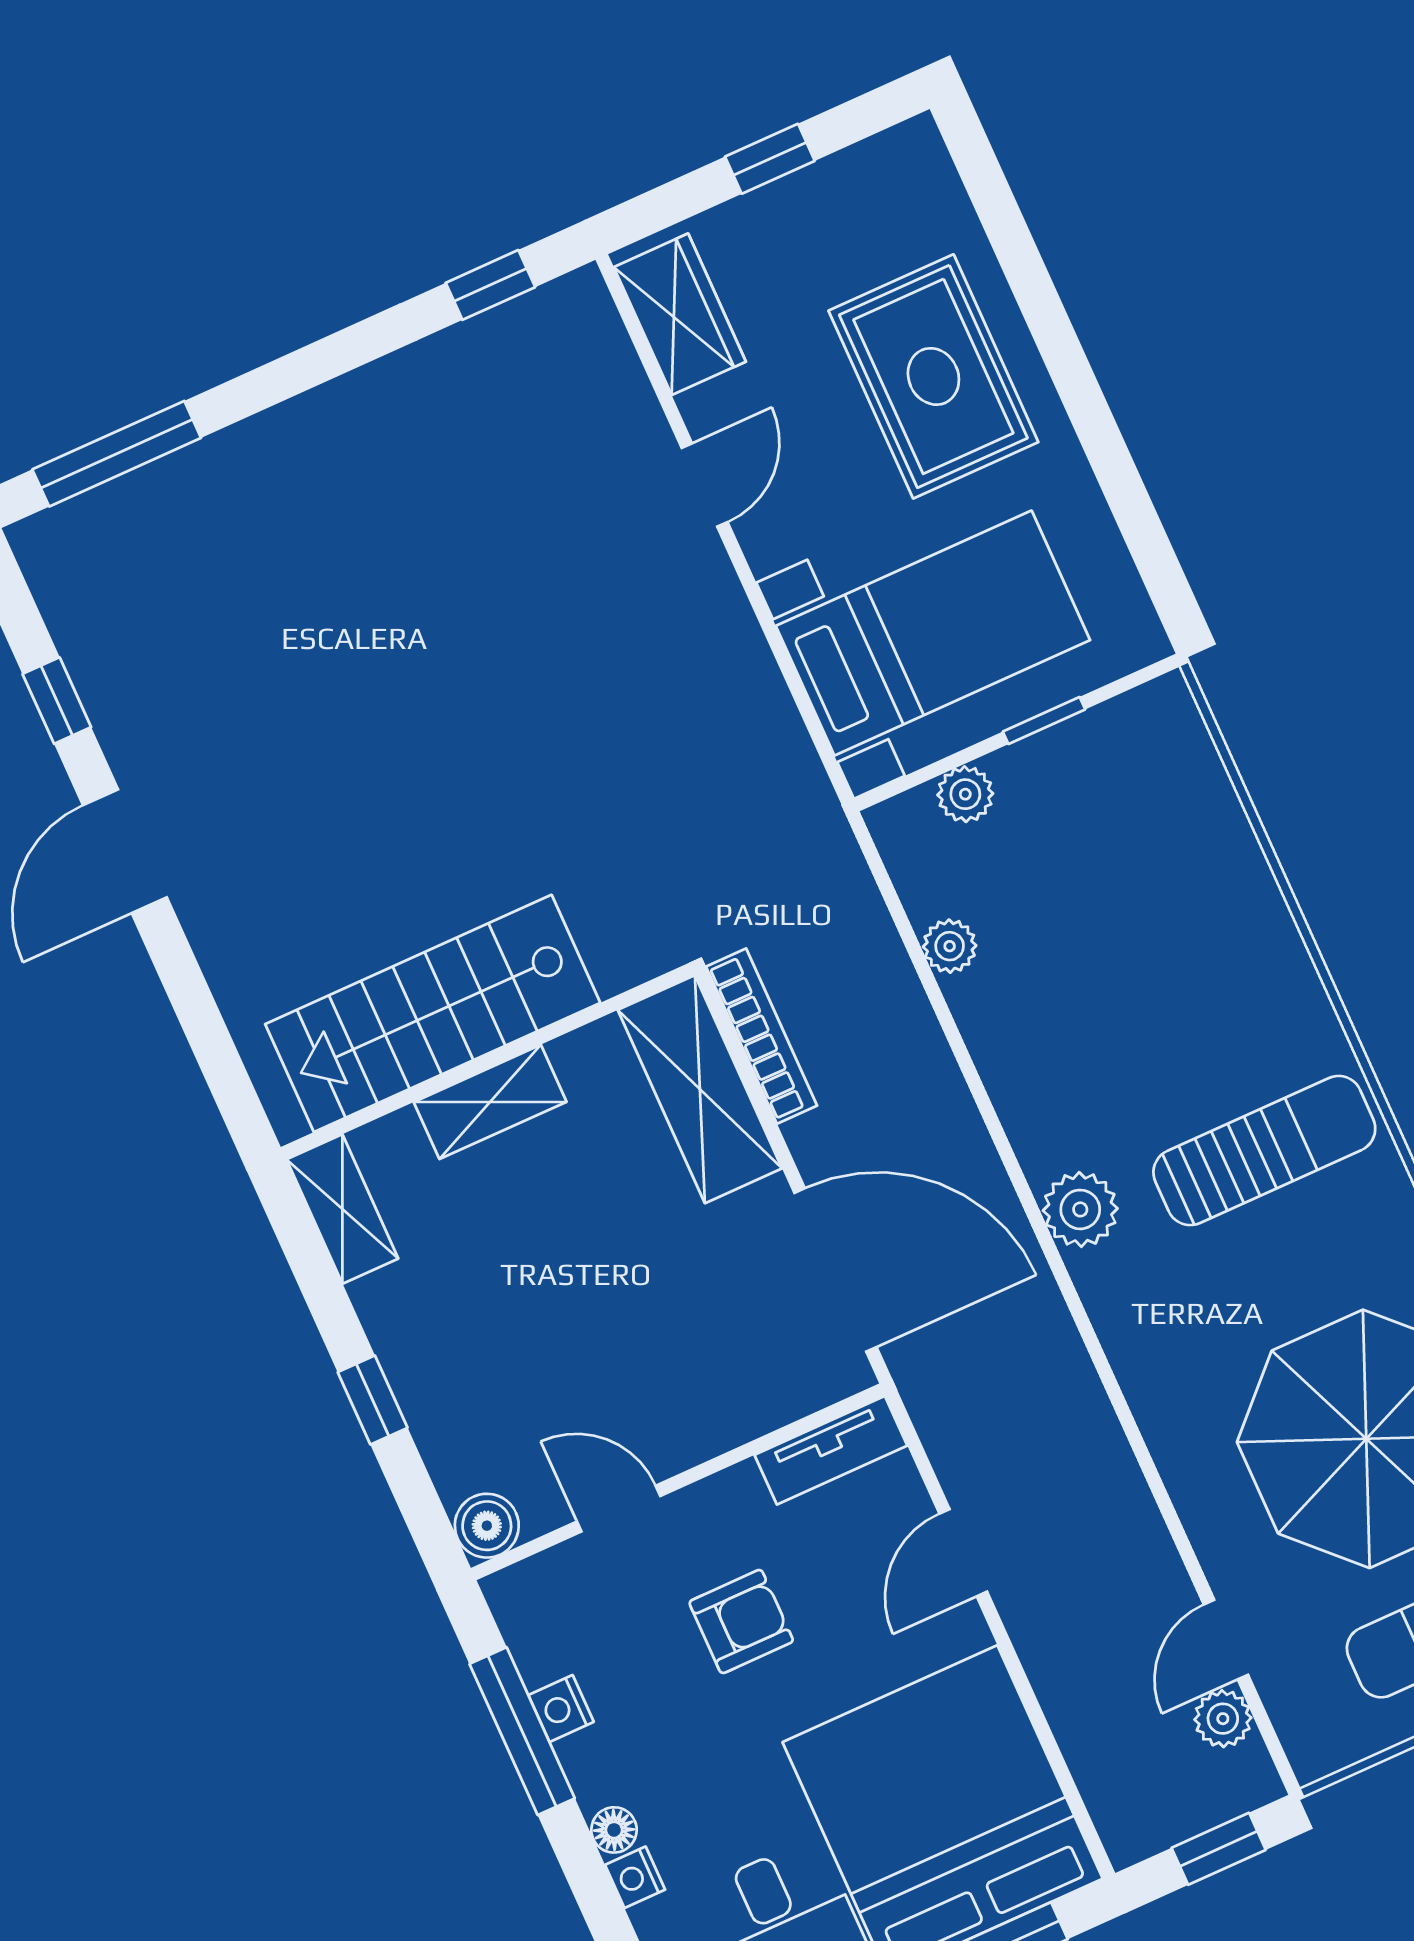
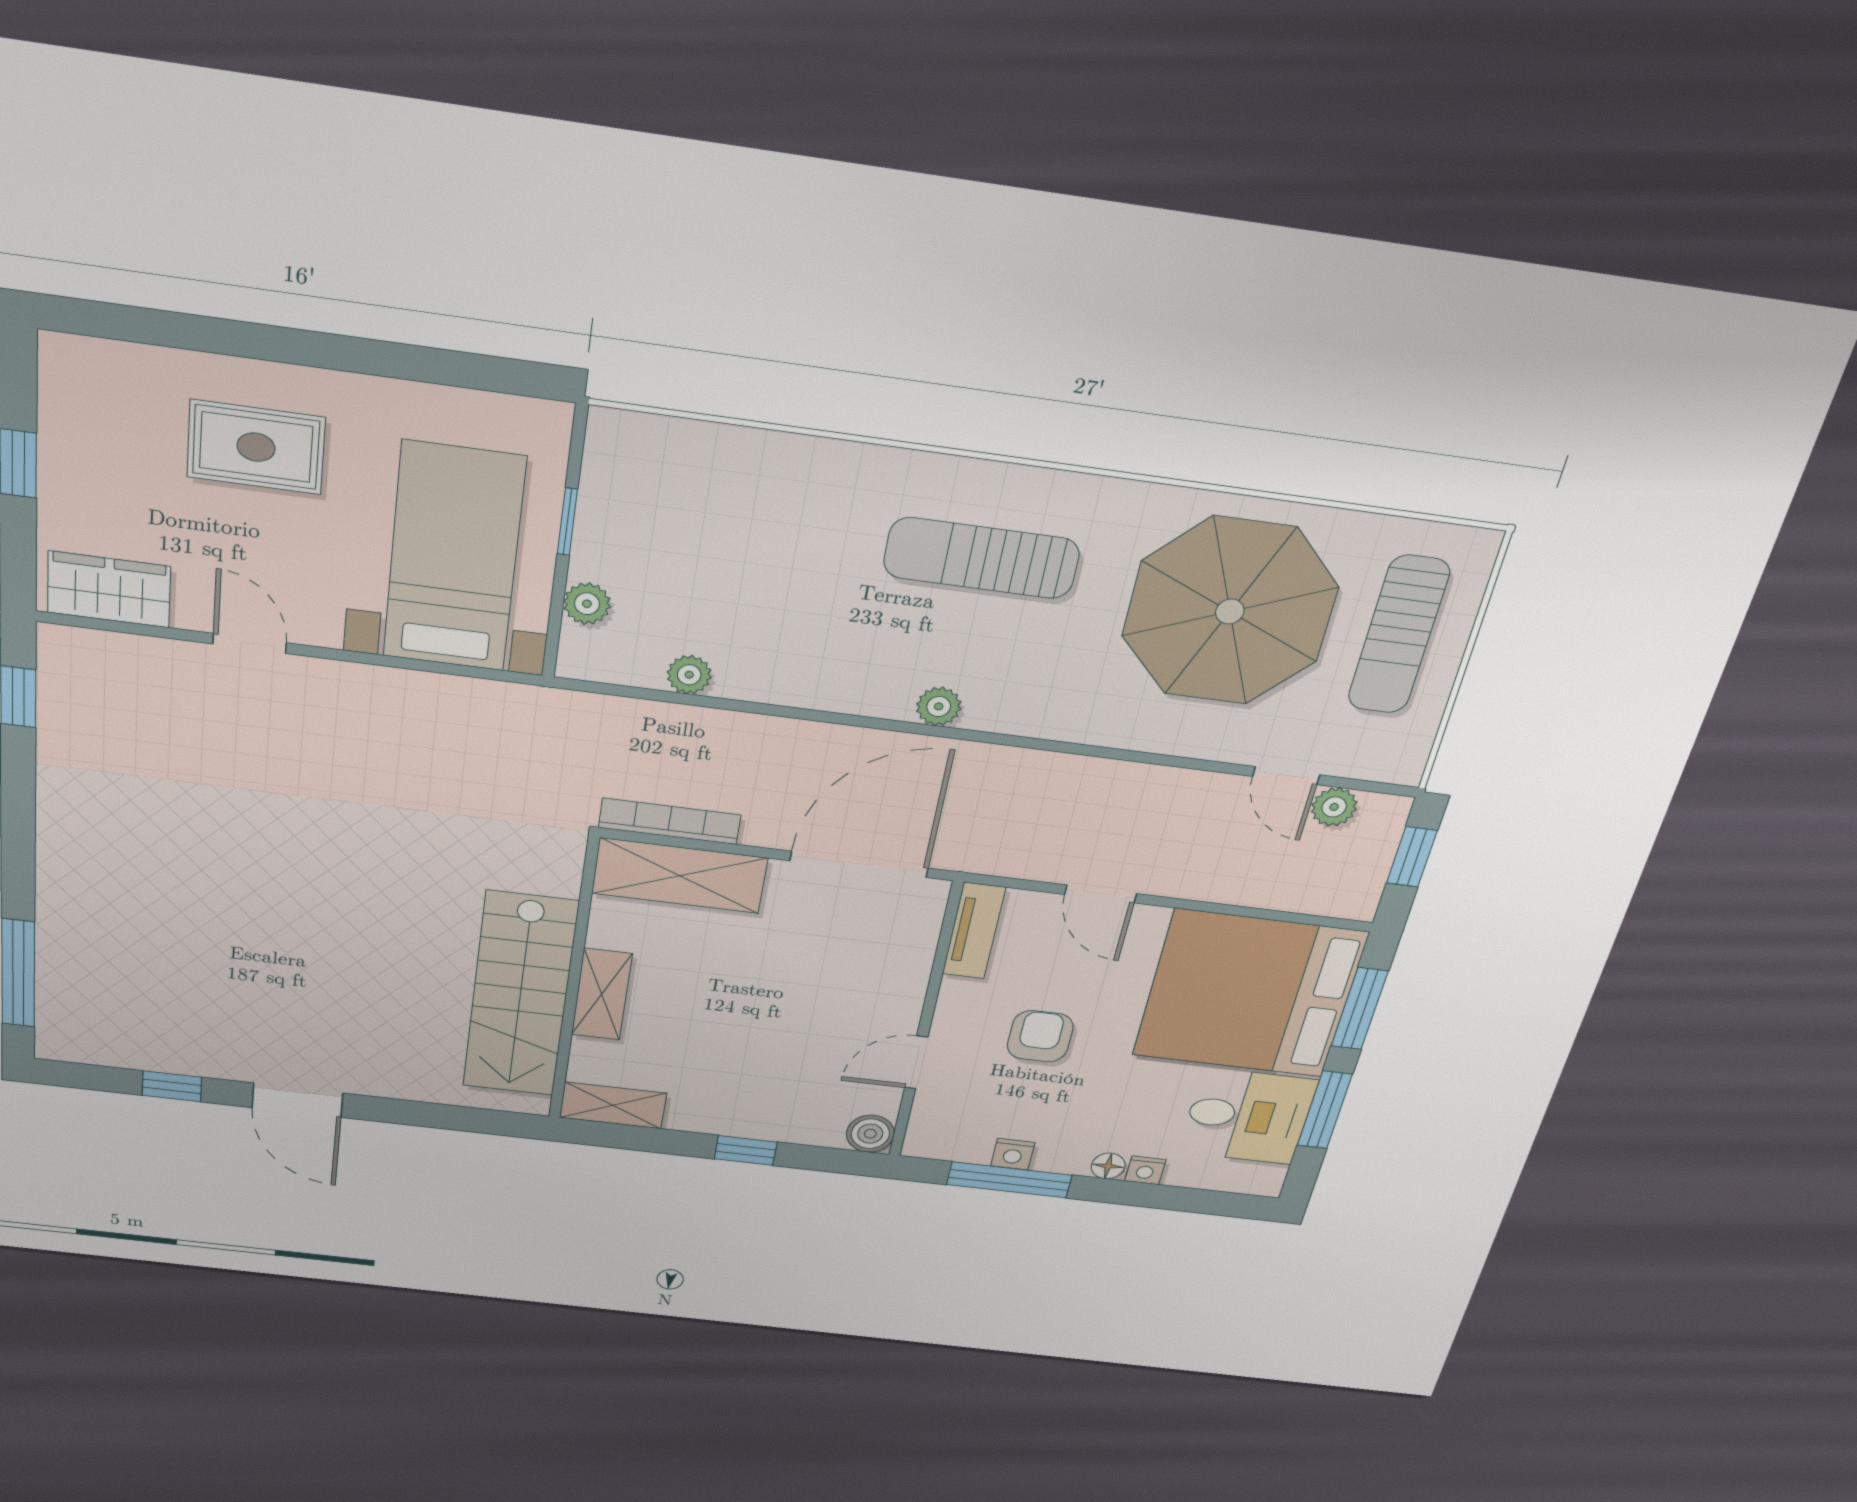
rug: (933, 376) -> (256, 447), width x0.73, depth x0.70
sun lounger: (1264, 1151) -> (981, 558), turned -90
plant: (1080, 1209) -> (939, 706), width x0.73, depth x0.73

